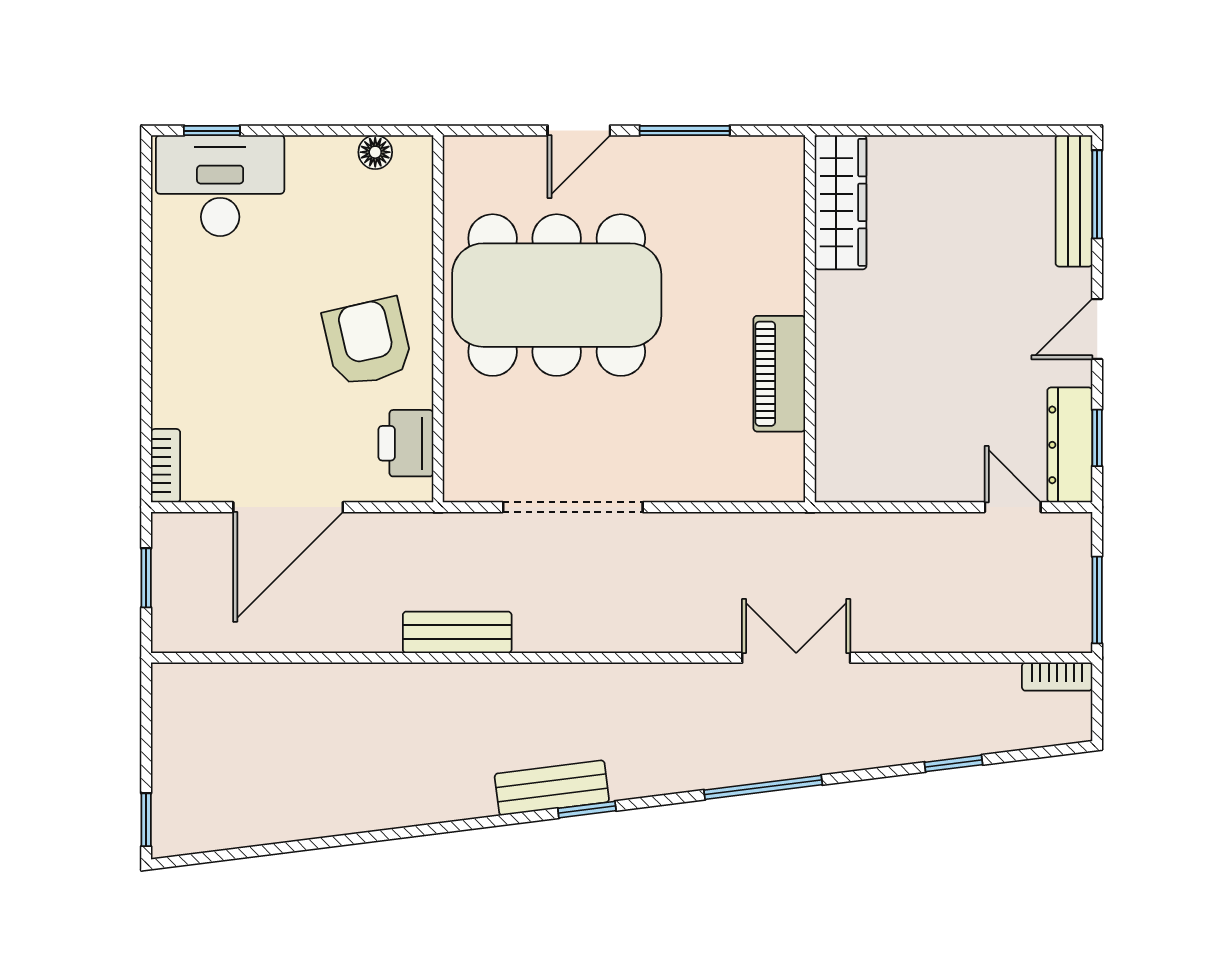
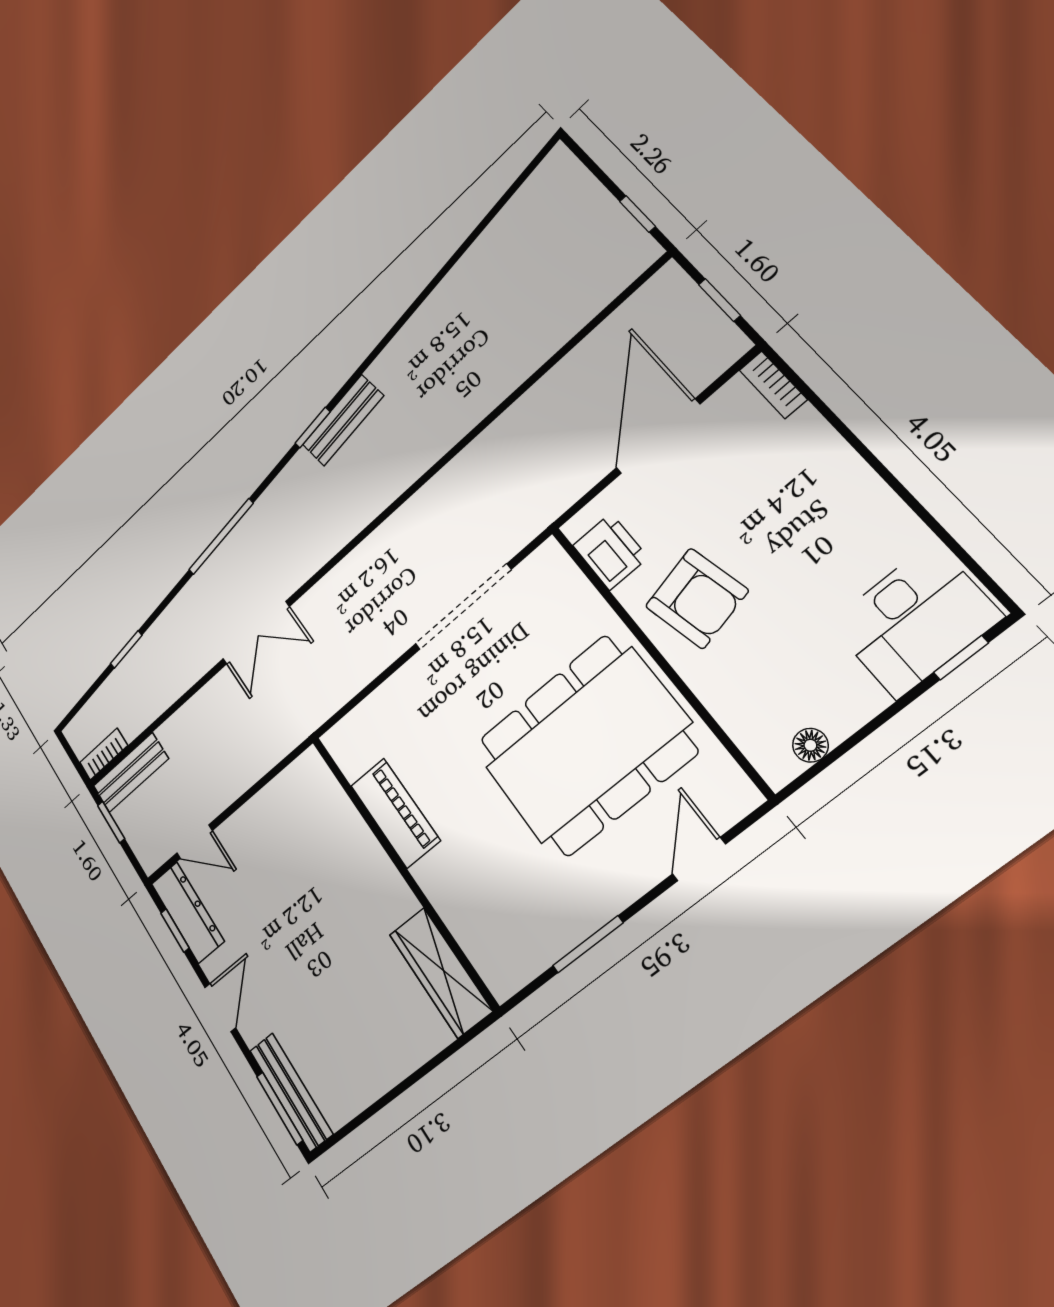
door: (579, 131) -> (699, 859), moved
window: (1097, 600) -> (111, 822), width x0.67
bench: (457, 632) -> (131, 772), moved
window: (146, 820) -> (638, 214), moved

